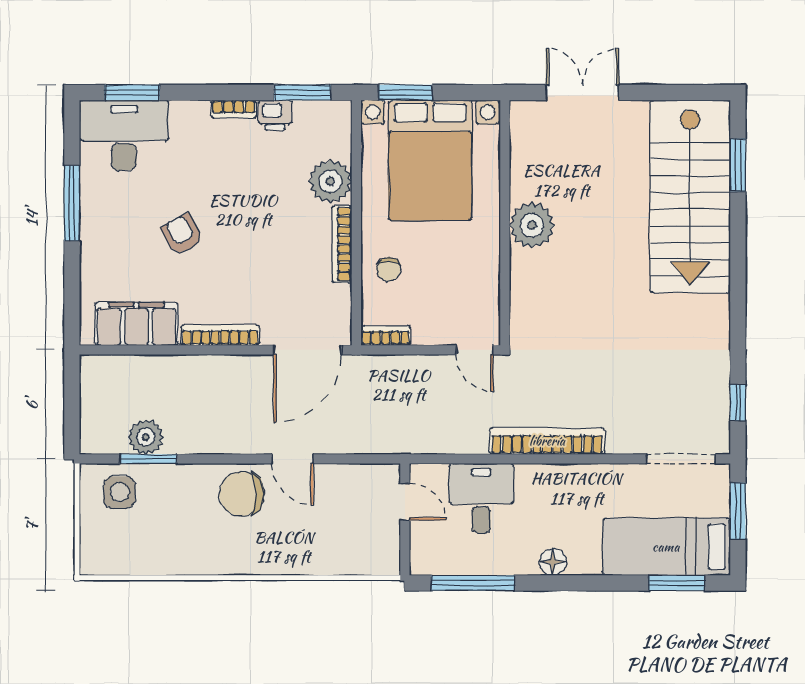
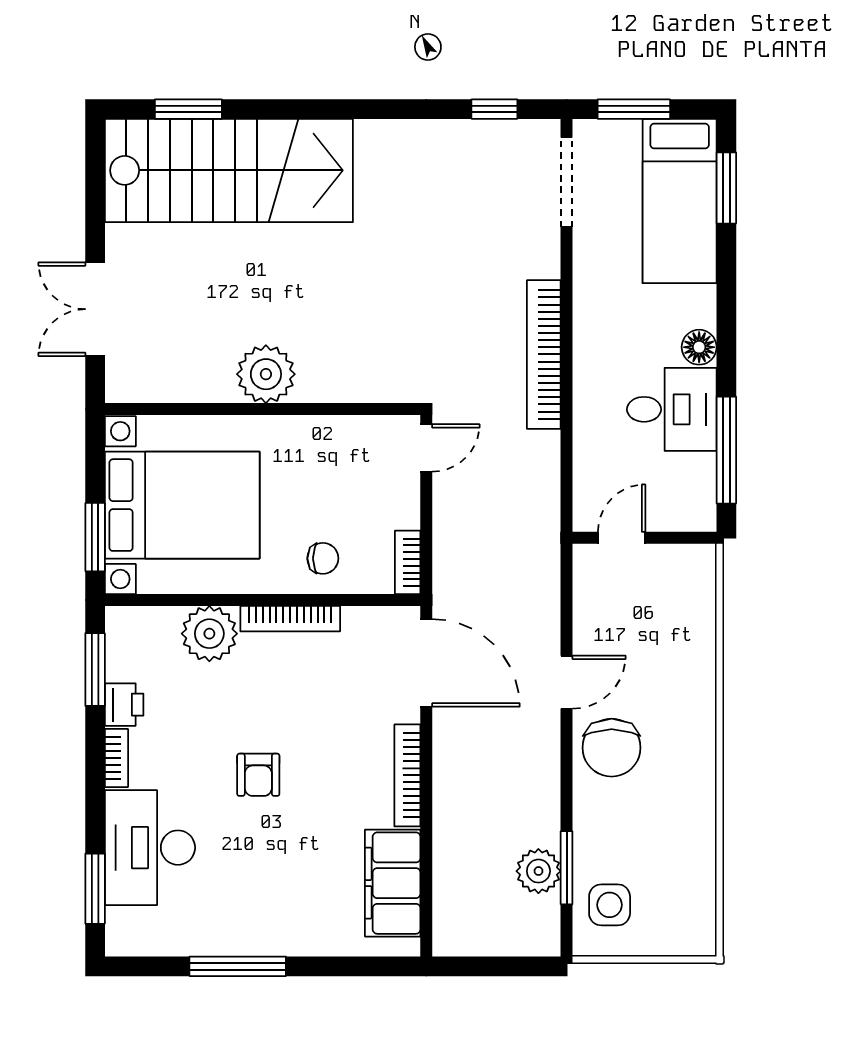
desk: (124, 135) -> (150, 848), moved
armchair: (182, 234) -> (258, 775), moved, turned -61
desk: (481, 498) -> (672, 409), moved, turned 180

